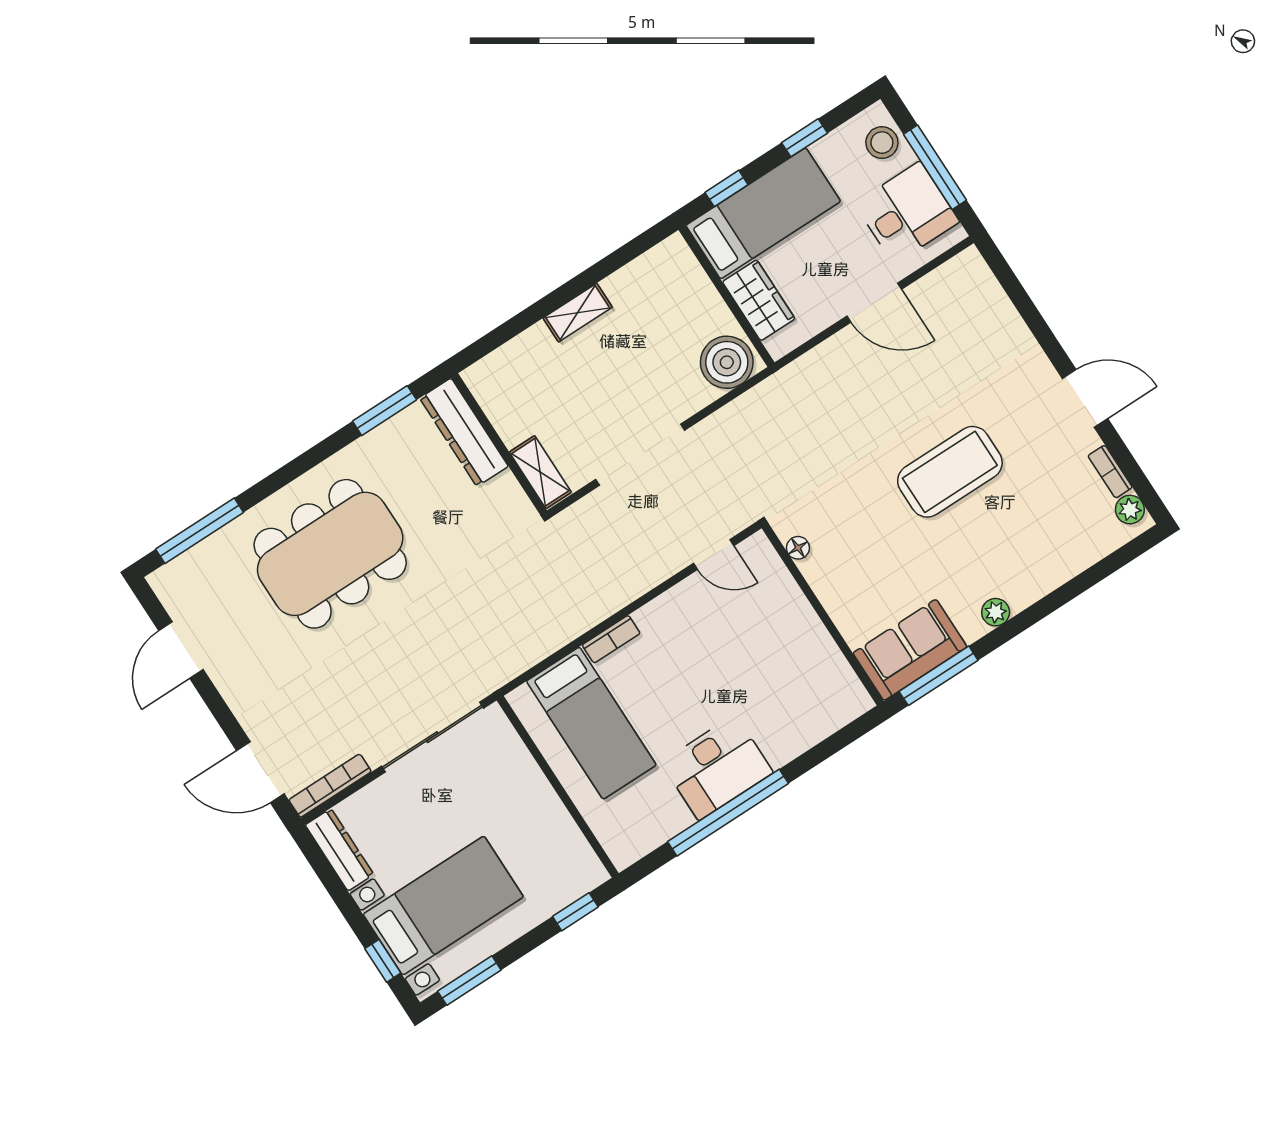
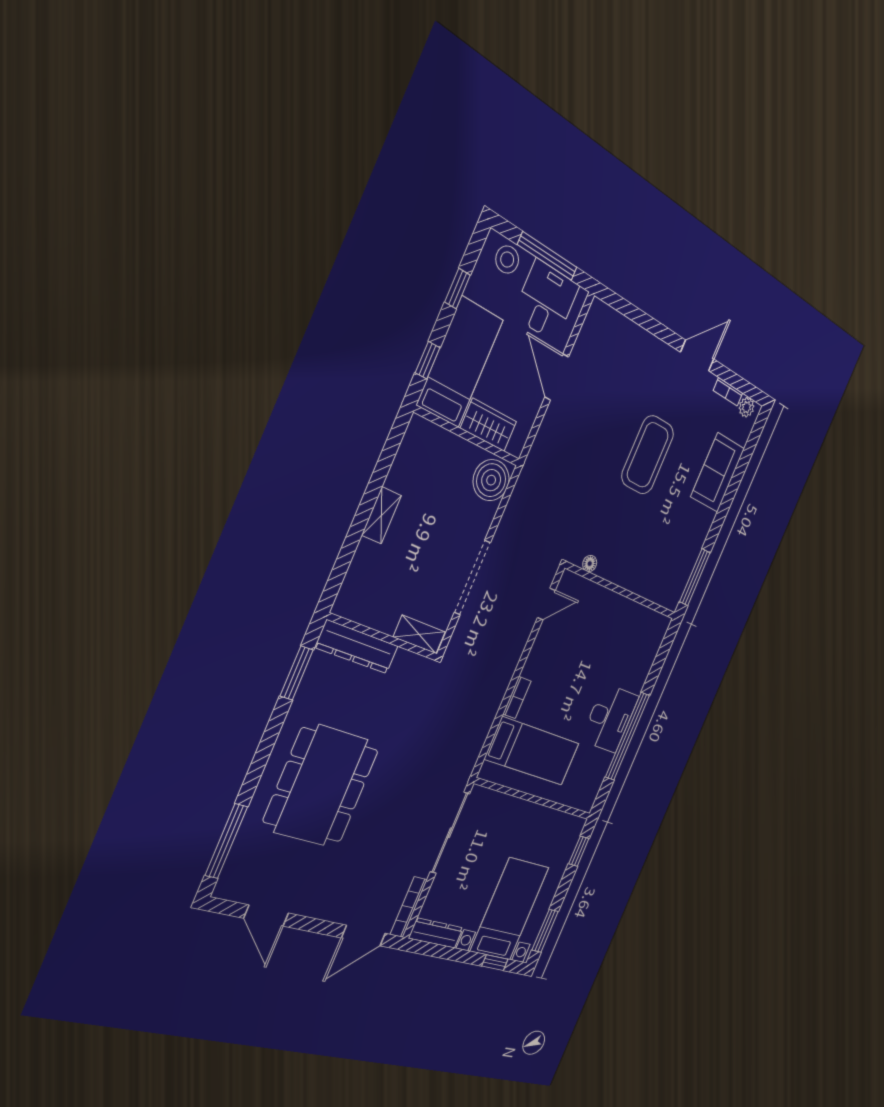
door: (874, 303) -> (557, 377), swing flipped
plant: (996, 612) -> (707, 519), removed
sofa: (910, 650) -> (718, 472), moved

